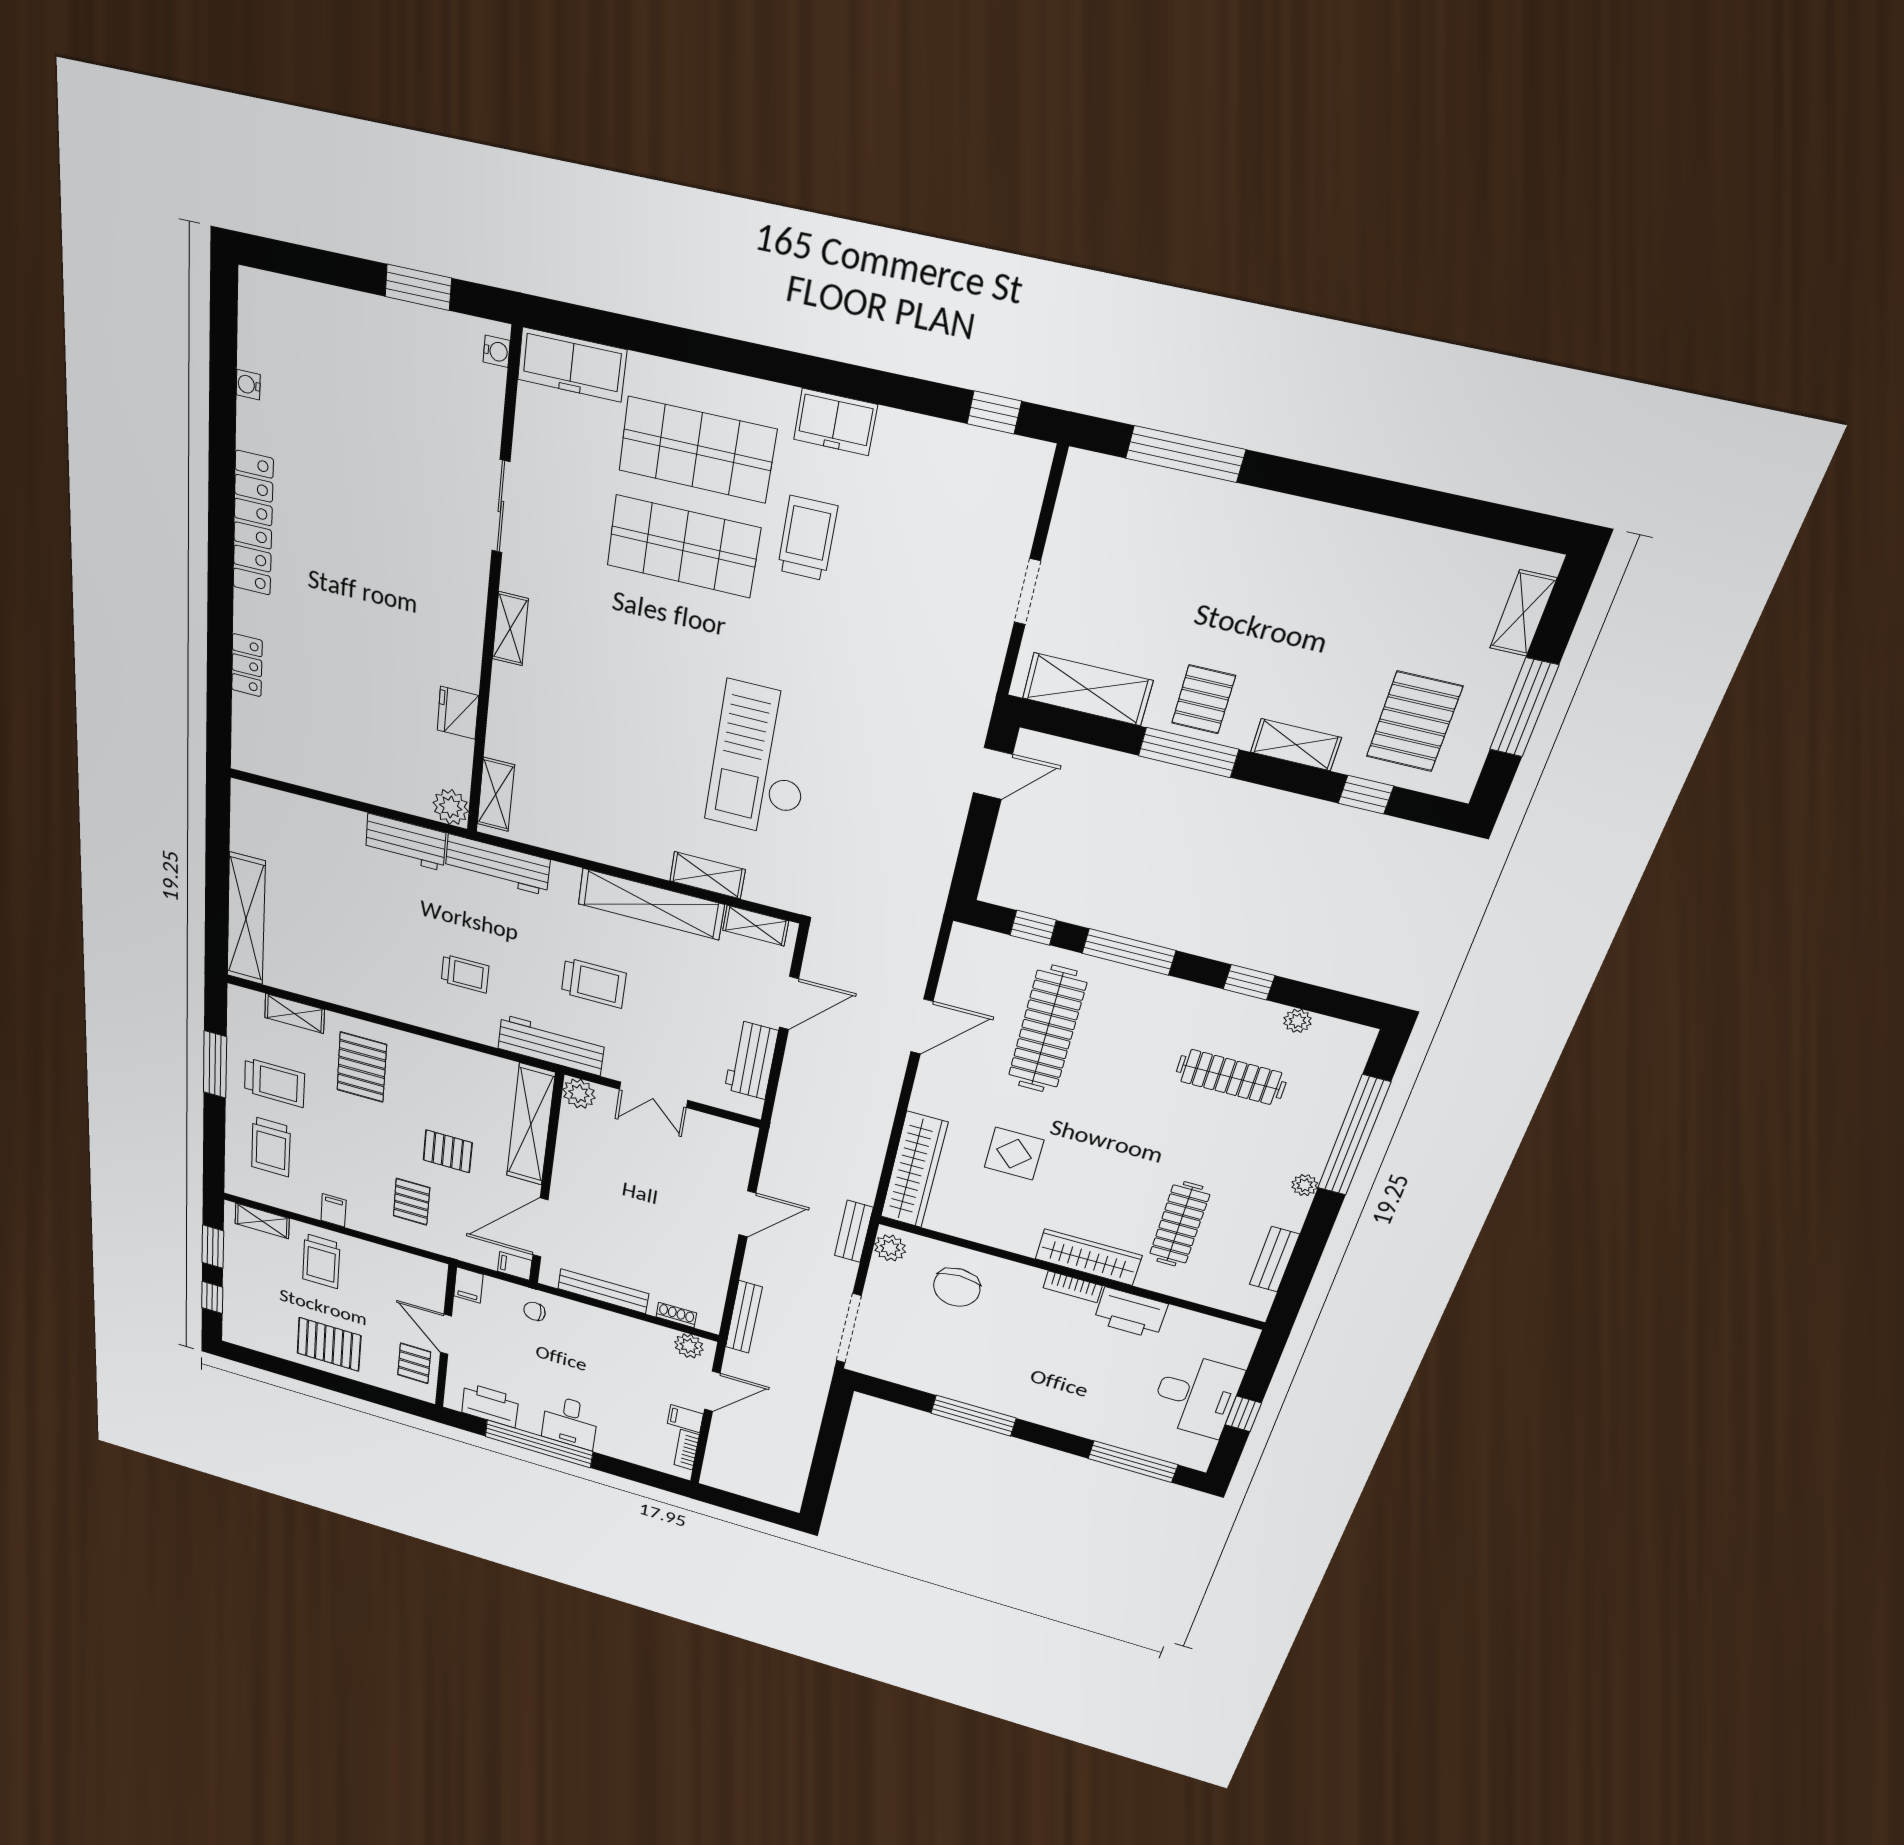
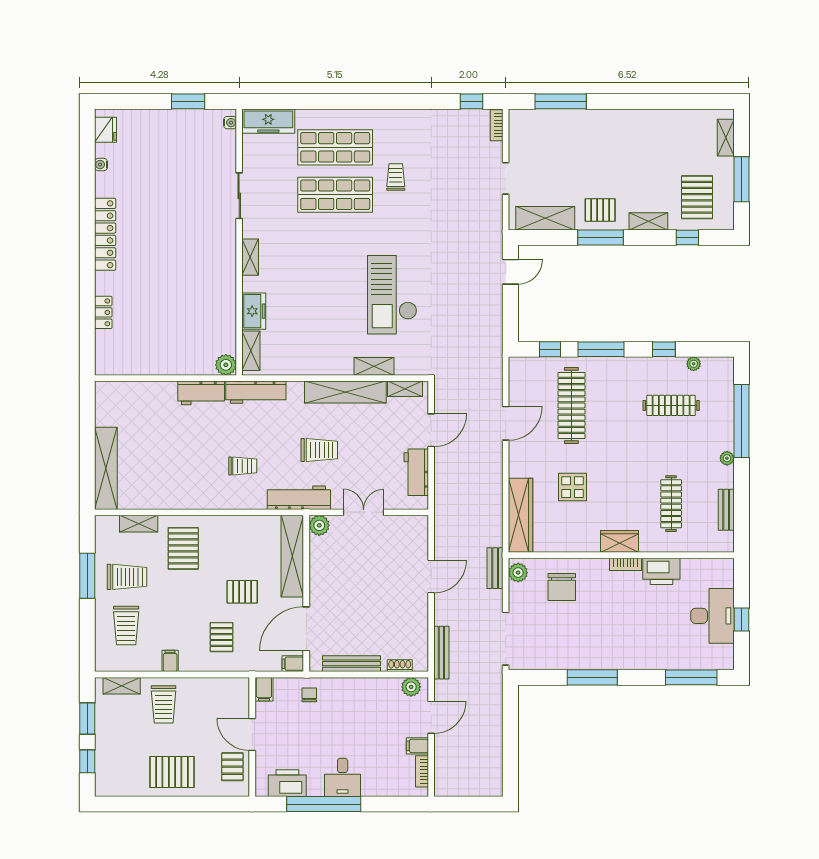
freezer: (835, 422) -> (254, 311), moved, turned -90
bookcase: (1035, 476) -> (497, 125), added
trolley: (807, 538) -> (396, 177), width x0.73, depth x0.72
pallet: (1203, 699) -> (600, 210), turned 90
fridge: (458, 713) -> (106, 130), moved, turned 180
double door: (653, 1095) -> (364, 512), swing flipped
wardrobe: (1088, 1257) -> (620, 541), width x0.67
chair: (534, 1311) -> (309, 695), turned 90

